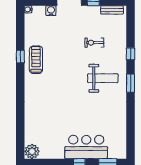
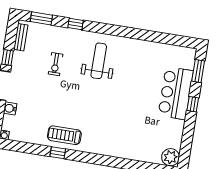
window: (131, 83) -> (41, 18), moved

